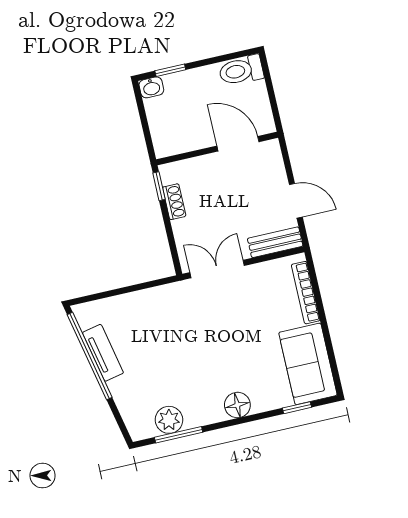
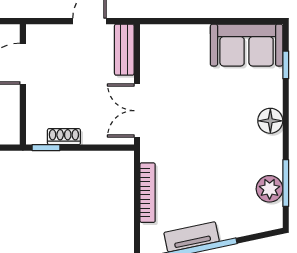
bookcase: (306, 293) -> (148, 193), moved, turned -90

